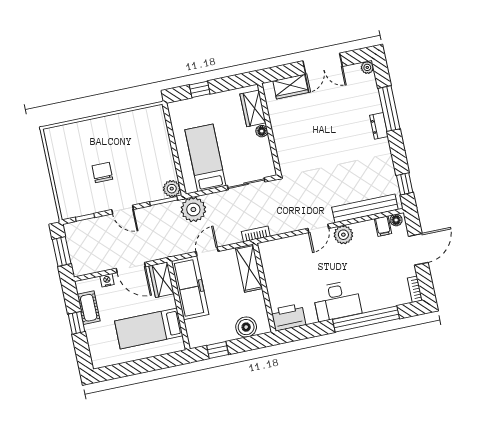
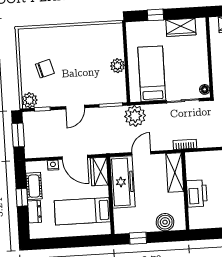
wardrobe: (253, 108) -> (181, 27), moved, turned -90
floor lamp: (262, 131) -> (205, 89), moved
chair: (102, 173) -> (45, 69), moved, turned 74
plant: (172, 189) -> (118, 66), moved
plant: (69, 209) -> (29, 100), added
door: (123, 210) -> (75, 107), hinge flipped
printer: (288, 317) -> (197, 193), moved, turned 90
dresser: (94, 337) -> (35, 212), added

